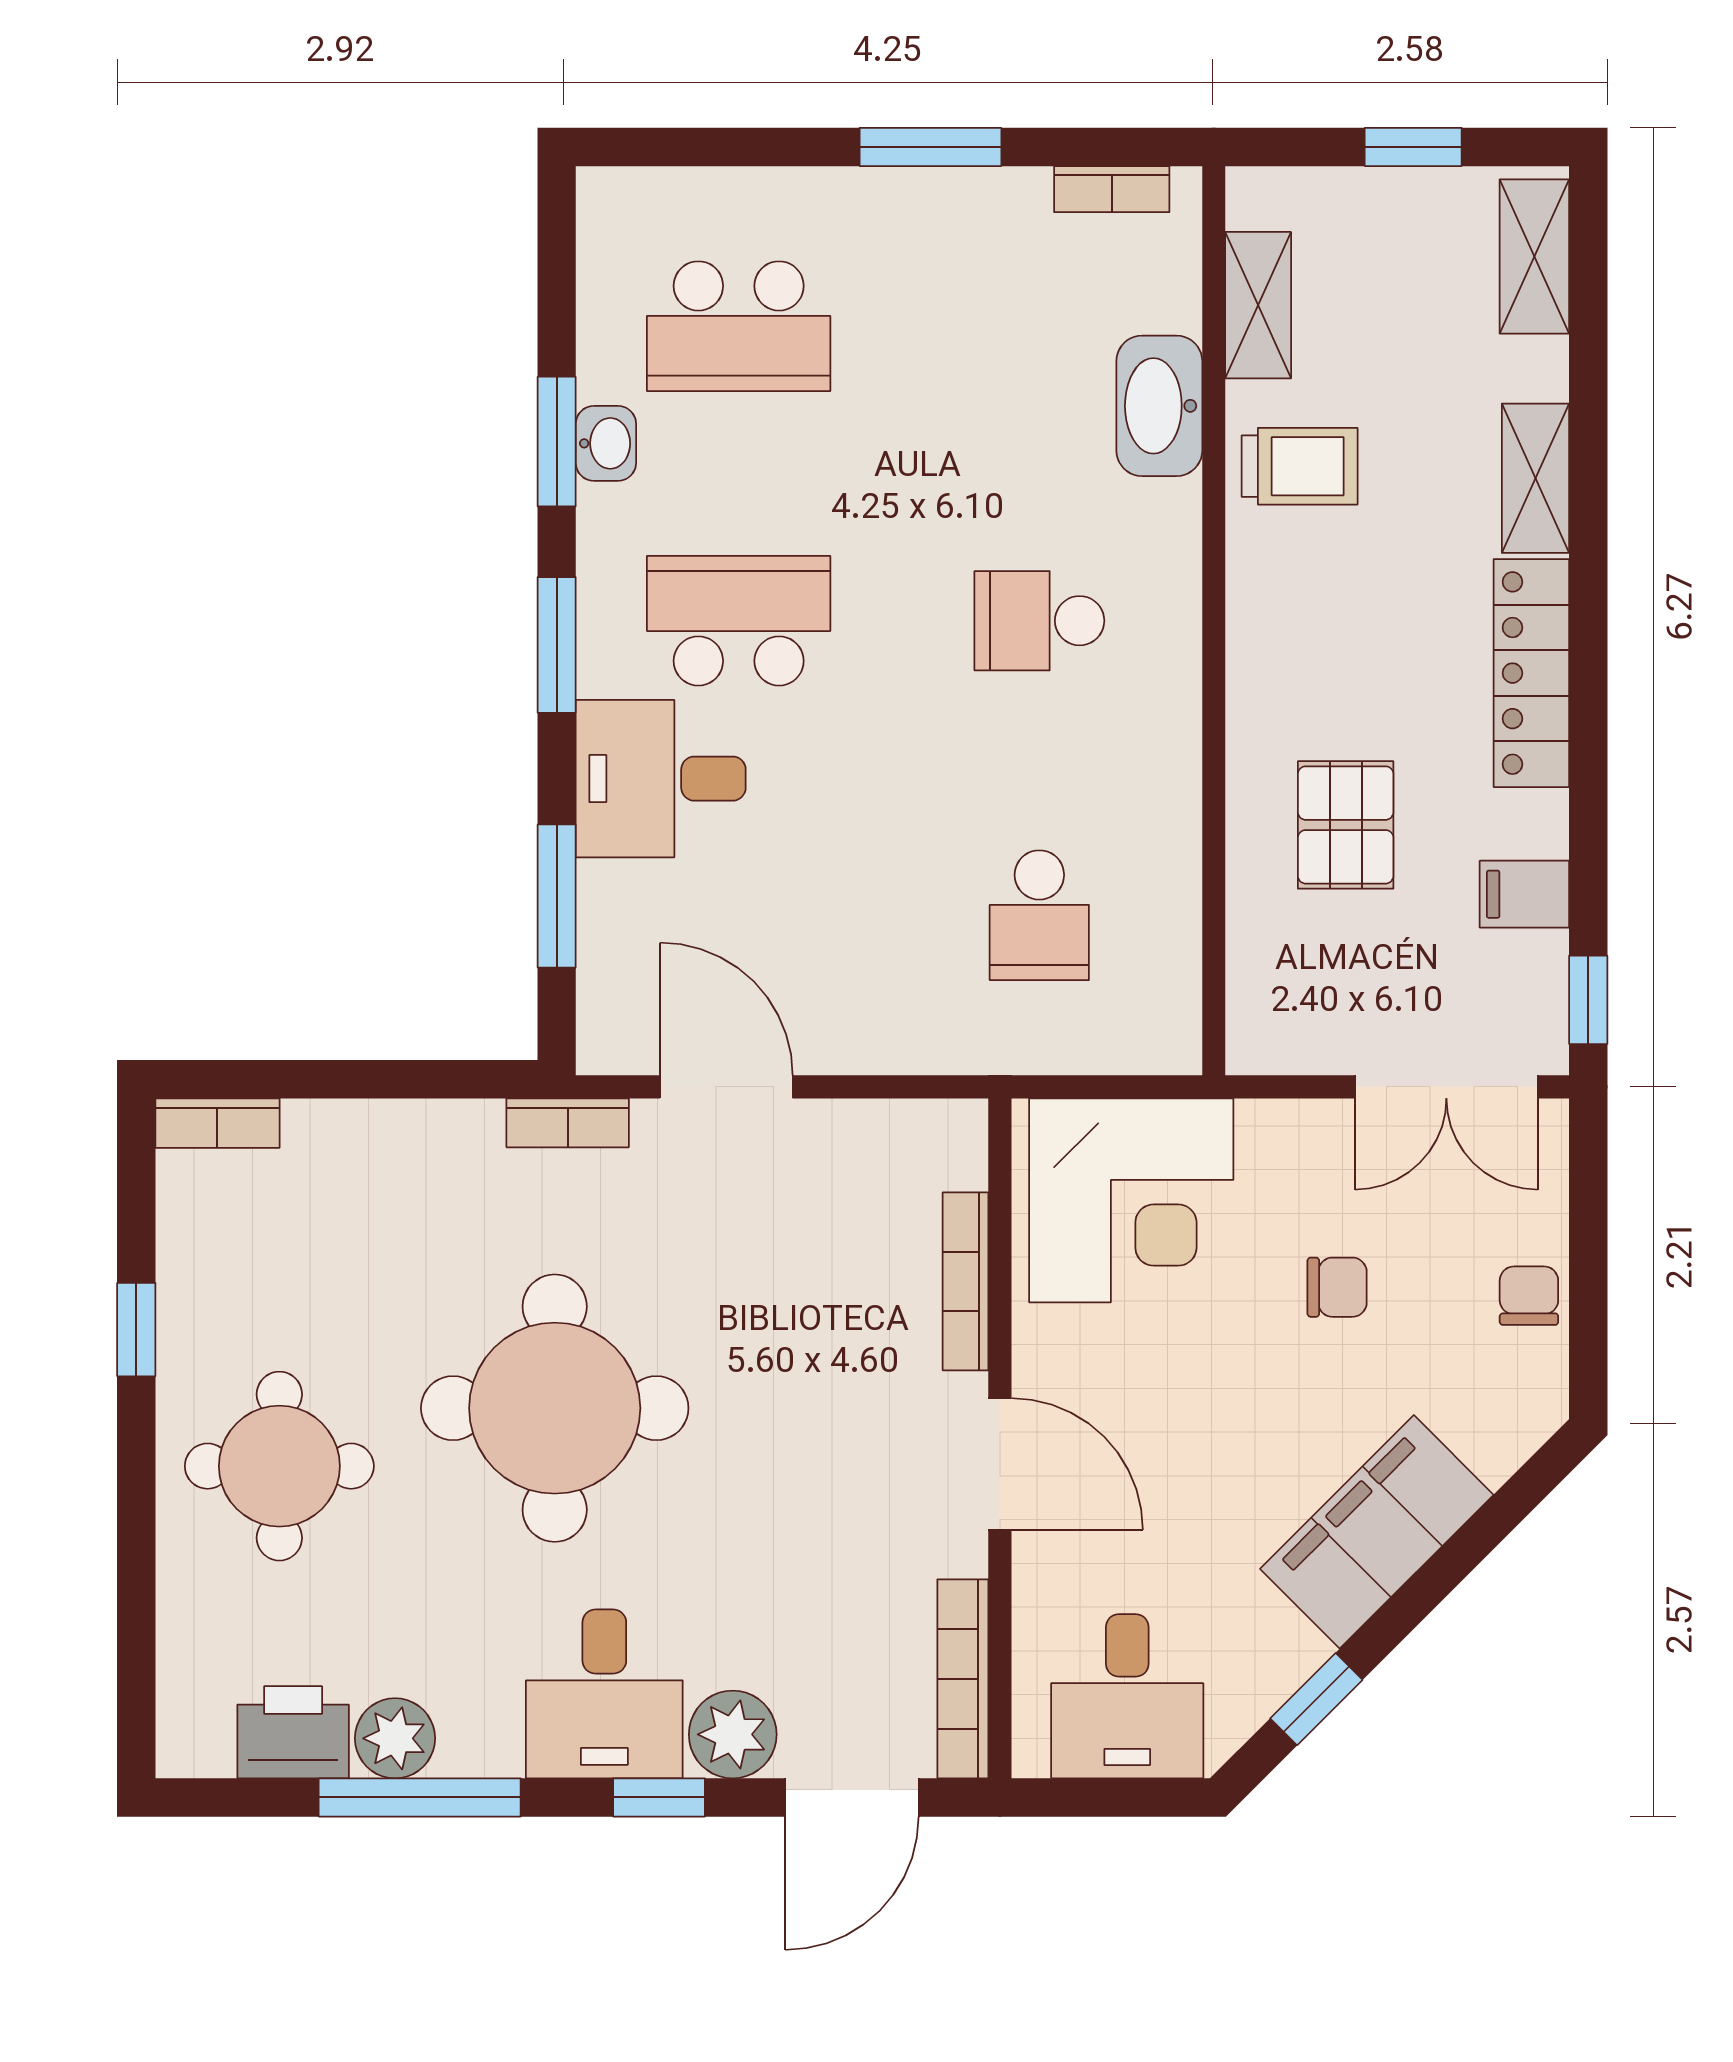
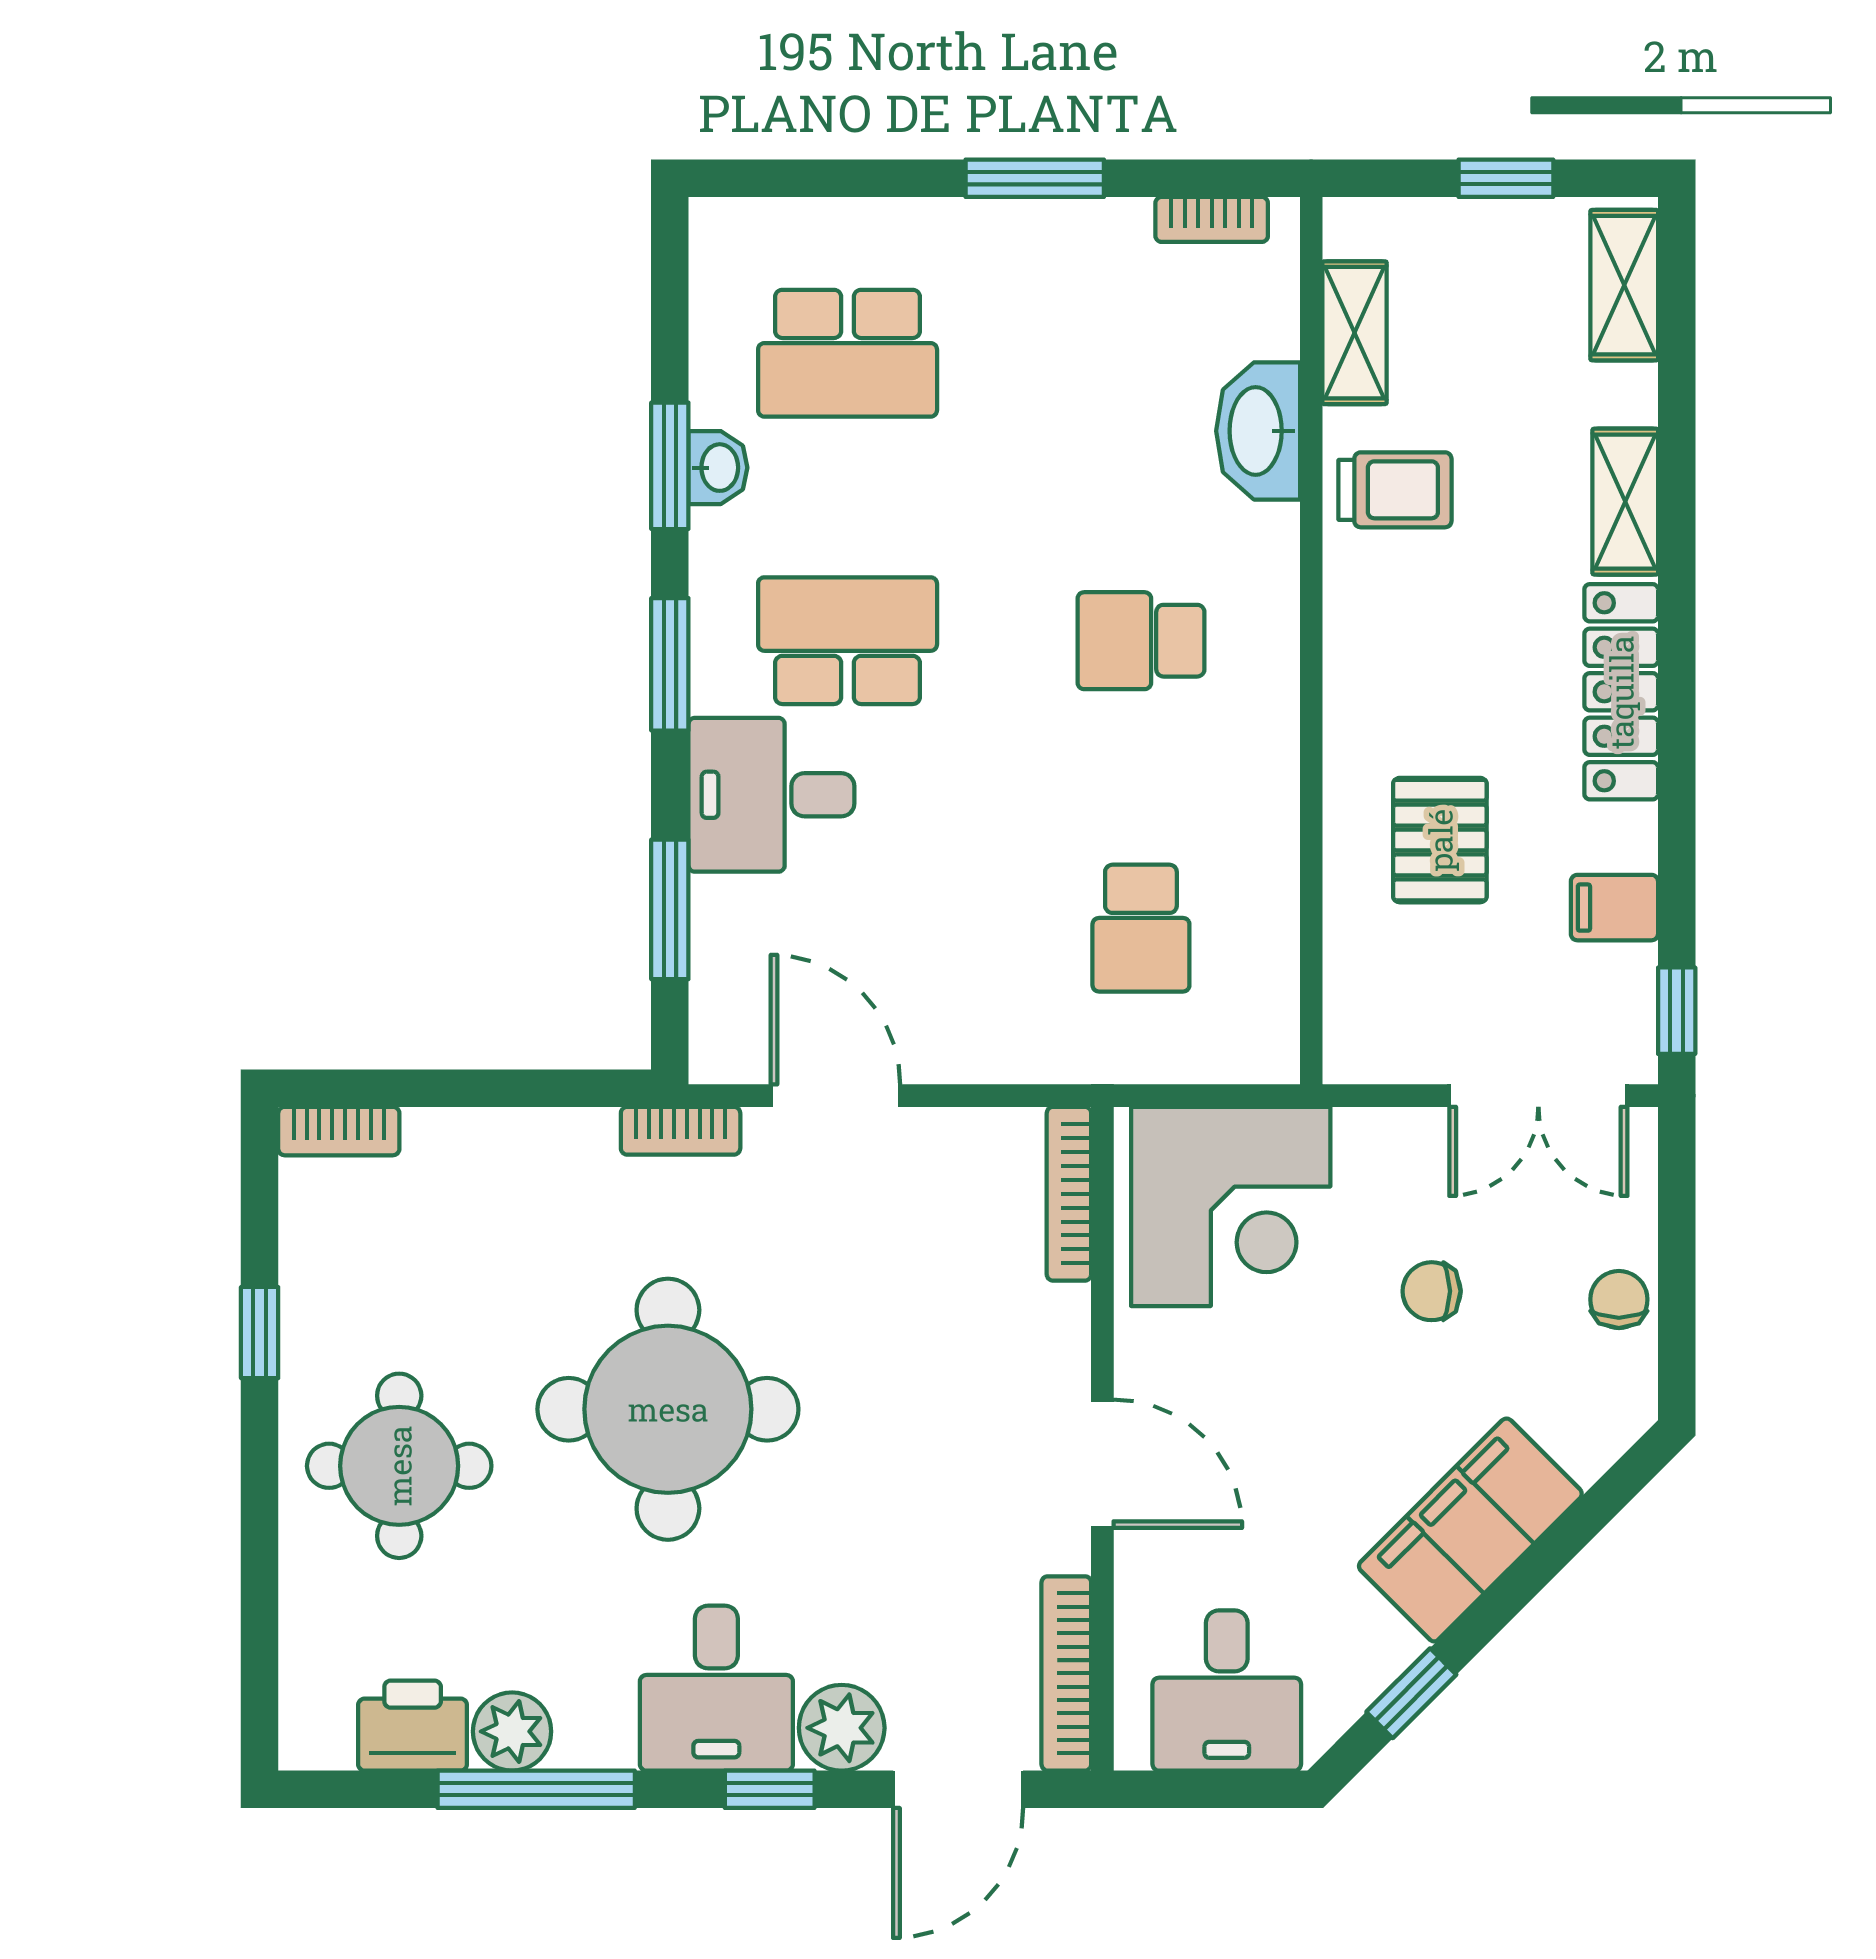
bookcase: (966, 1281) -> (1069, 1194), moved
chair: (1337, 1287) -> (1432, 1291), turned 180

